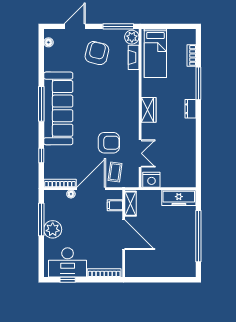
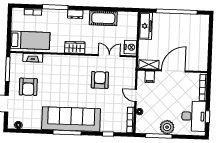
plant: (132, 37) -> (17, 59), removed
armchair: (97, 53) -> (28, 87), turned -104
cot: (187, 144) -> (103, 18), added
coffee table: (115, 172) -> (123, 76), removed
door: (91, 189) -> (136, 95), width x0.53

